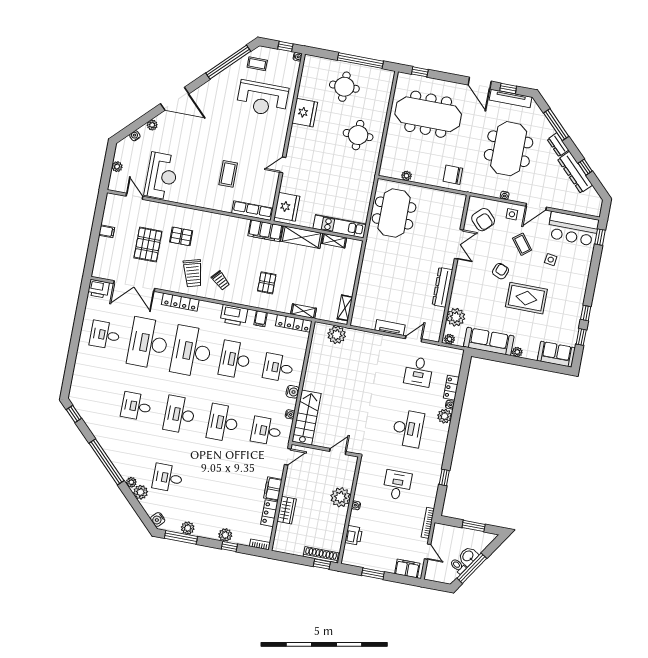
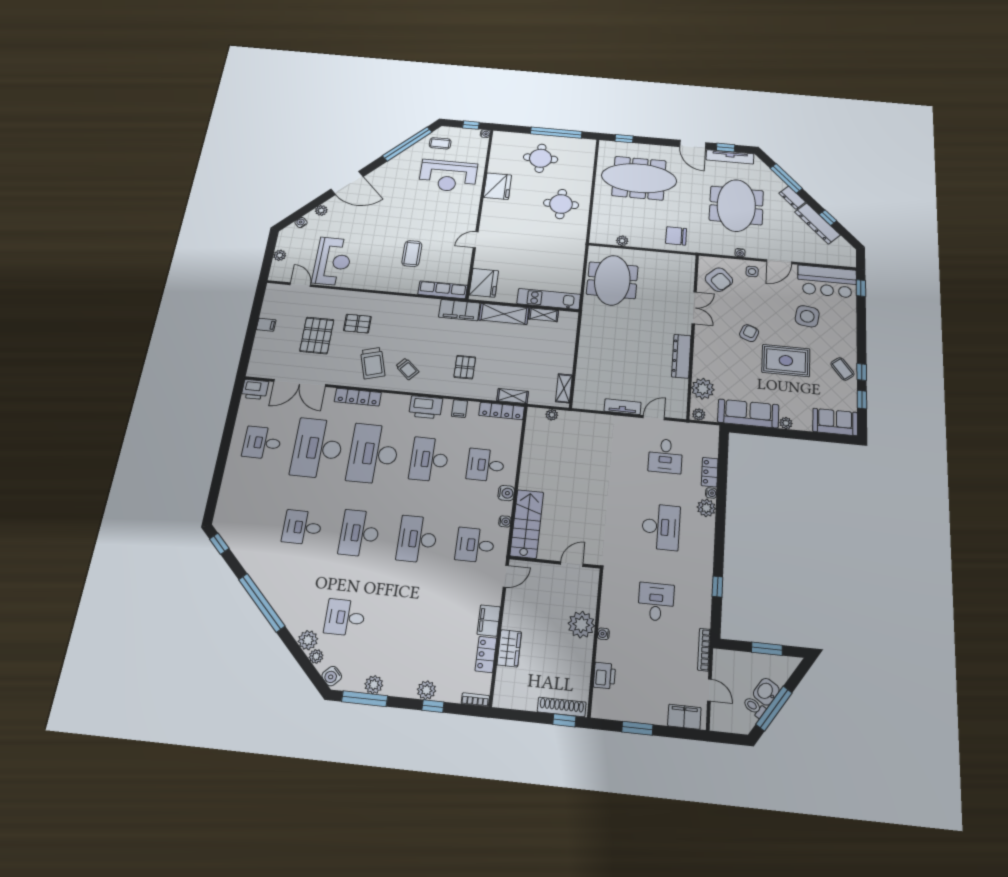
coffee table: (522, 244) -> (842, 369), moved
side table: (551, 260) -> (807, 316), width x1.87, depth x1.87
plant: (337, 335) -> (552, 415), width x0.53, depth x0.53
plant: (131, 482) -> (316, 656), moved

